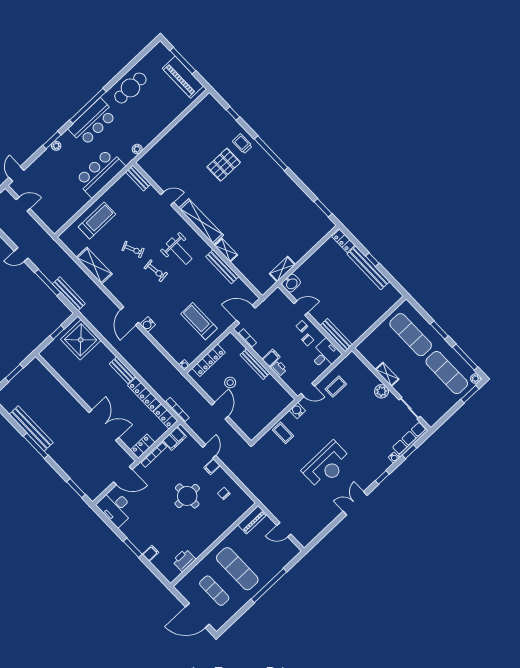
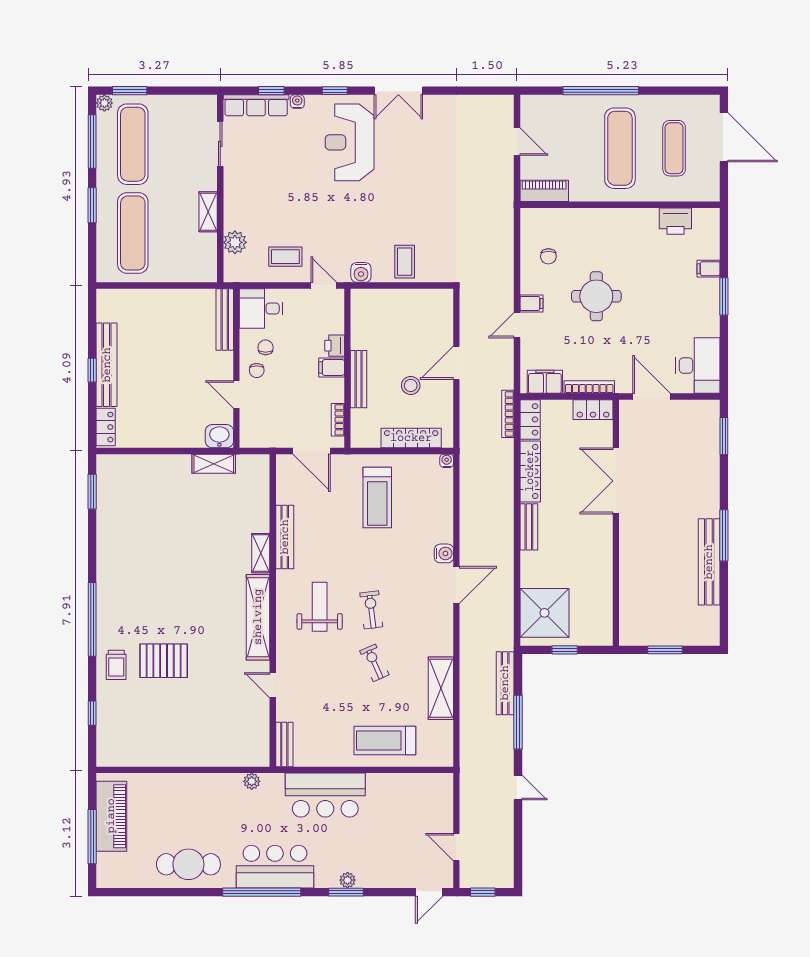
plant: (382, 391) -> (235, 242), moved
reception desk: (327, 465) -> (350, 142), moved, turned -90

